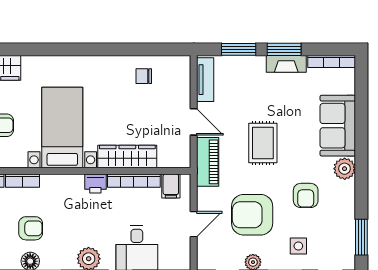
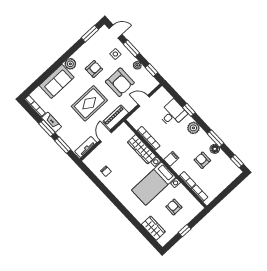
rug: (263, 143) -> (89, 103), width x1.36, depth x1.43
printer: (95, 184) -> (163, 152), removed
filing cabinet: (171, 186) -> (171, 159), moved

